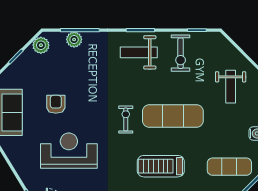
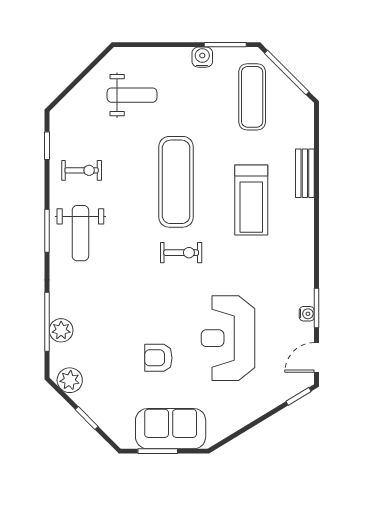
exercise bike: (181, 53) -> (82, 170), width x0.73, depth x0.72
exercise bike: (126, 119) -> (181, 253), turned 180

